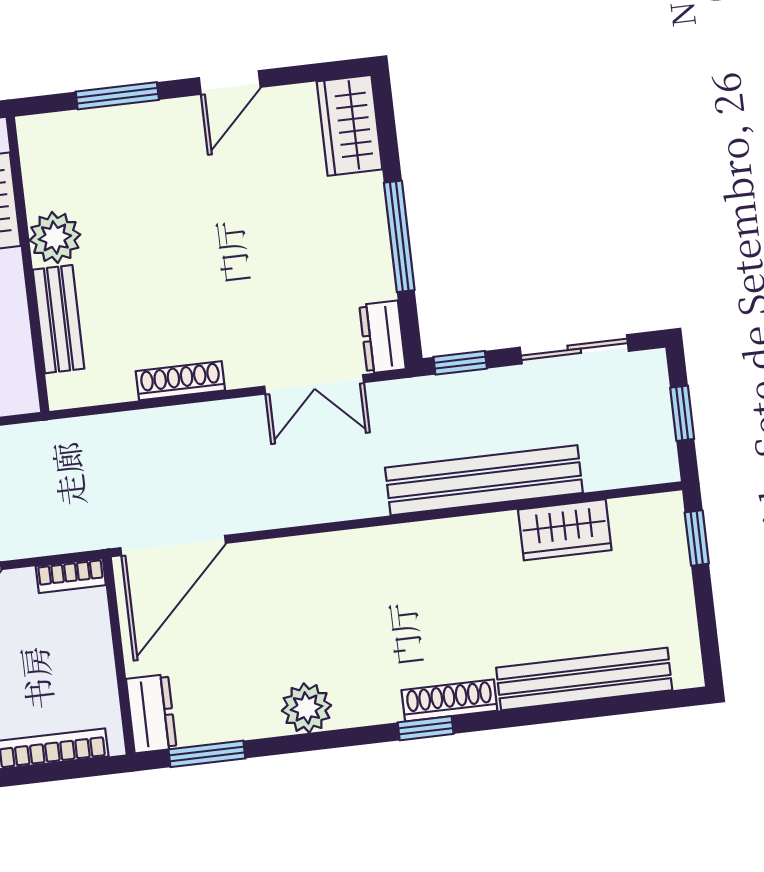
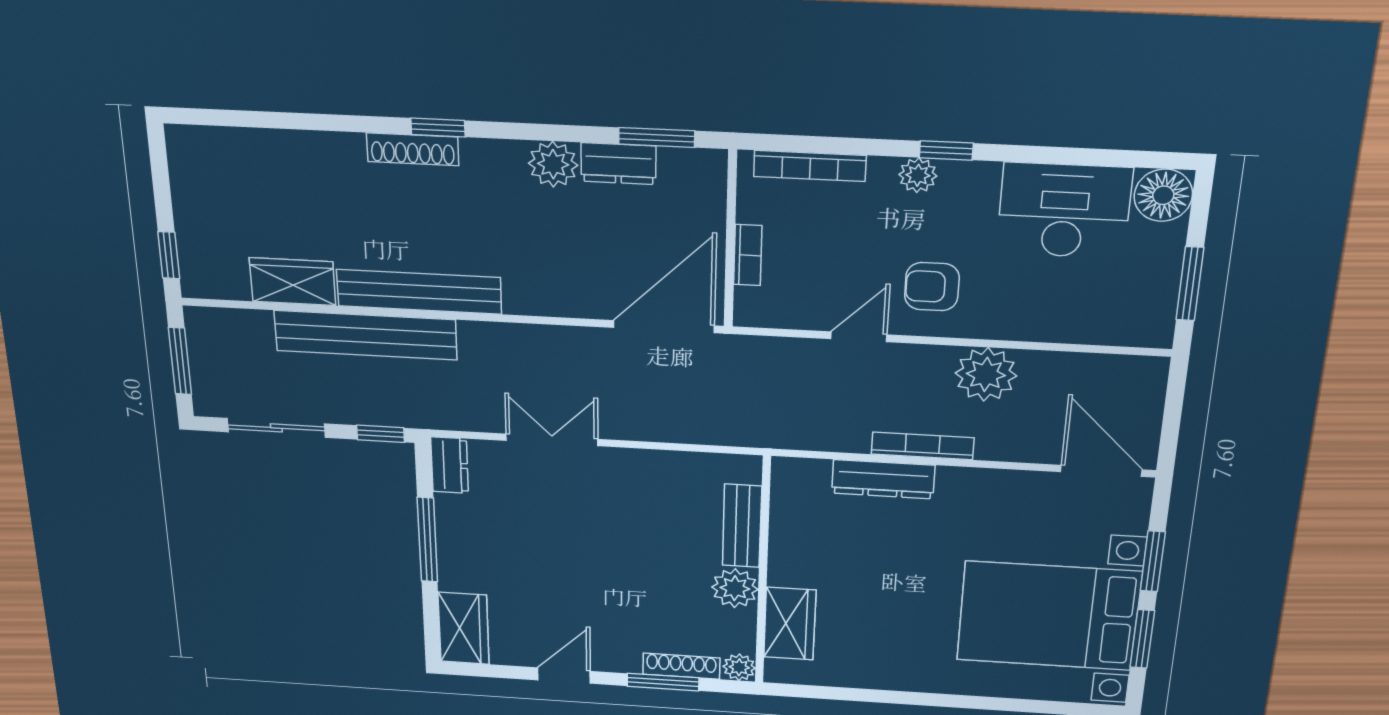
plant: (35, 133) -> (739, 667), added
shoe rack: (180, 381) -> (681, 666), moved, turned 180
double door: (314, 384) -> (552, 440), moved
window: (682, 413) -> (180, 361), width x1.50
bookcase: (71, 576) -> (748, 255), moved, turned 90
bench: (584, 679) -> (419, 292), moved
dresser: (151, 714) -> (618, 164), moved, turned -90

